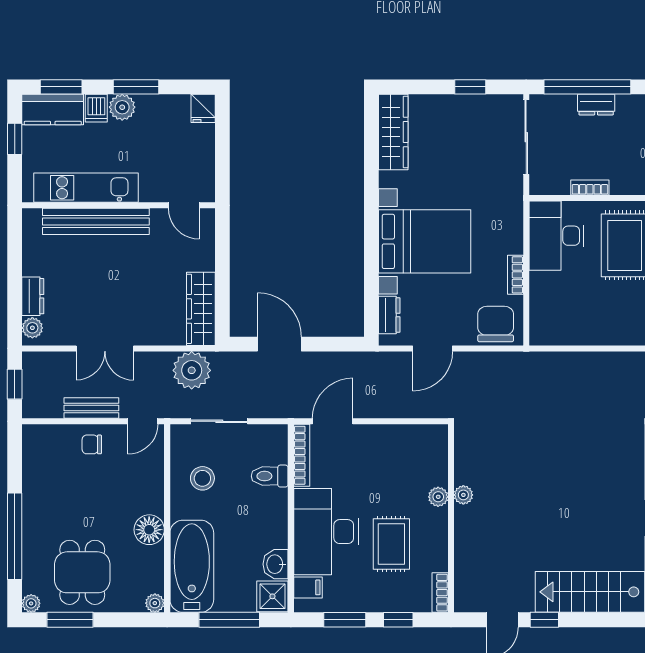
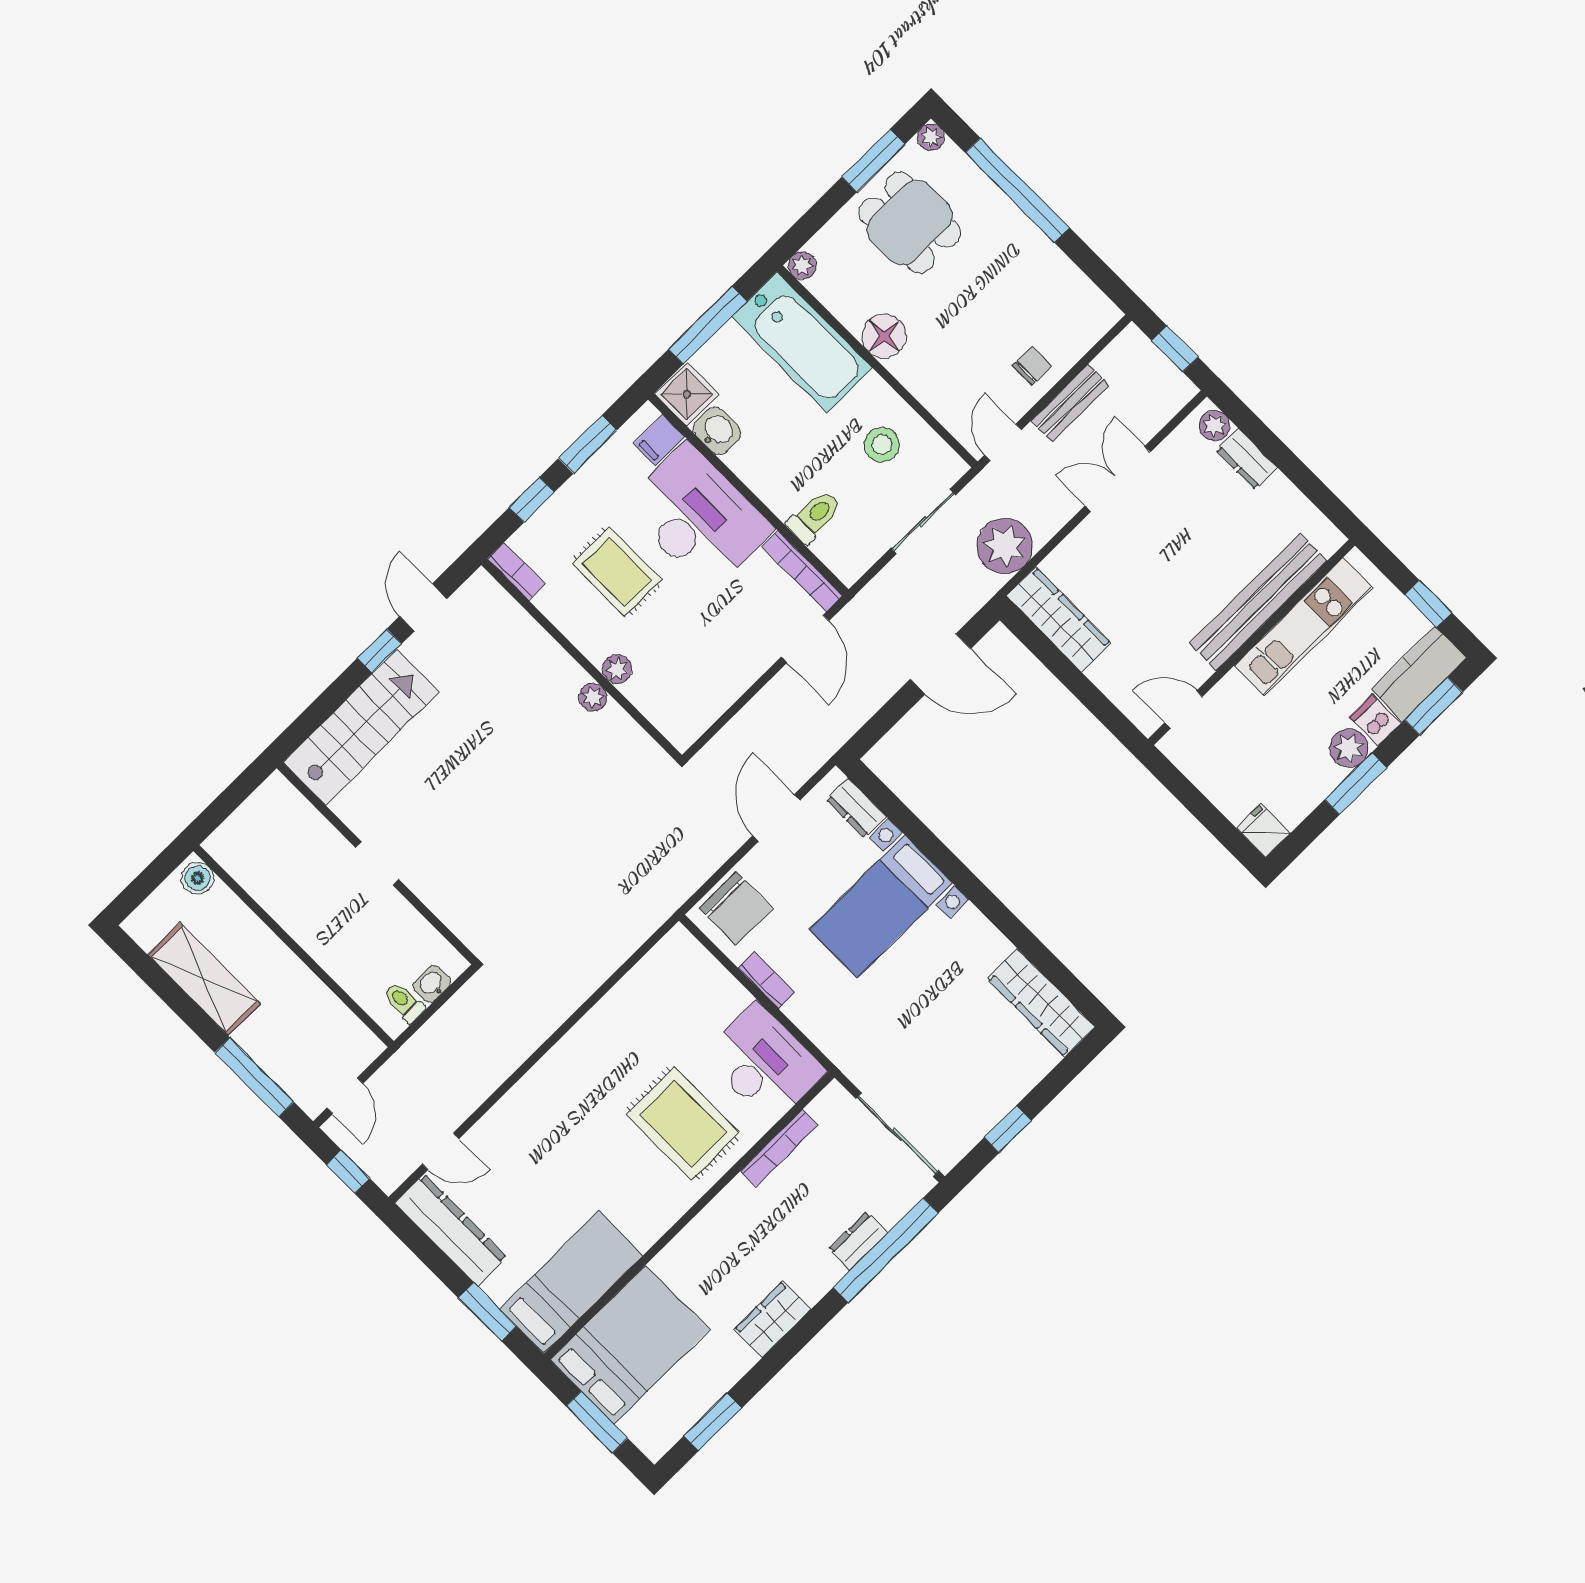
bookcase: (590, 188) -> (779, 1148), width x1.56
bed with nightstands: (425, 241) -> (881, 906), width x0.73

